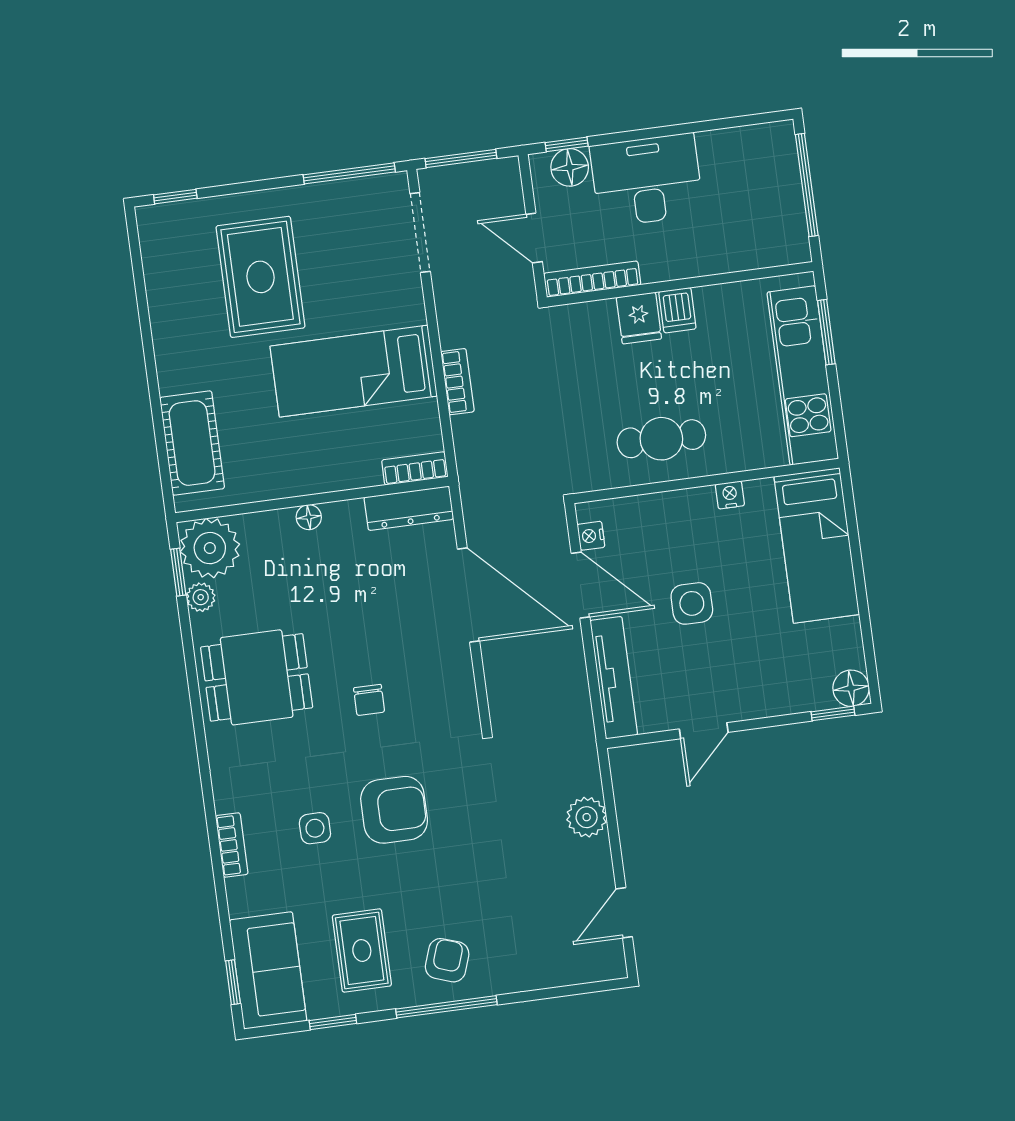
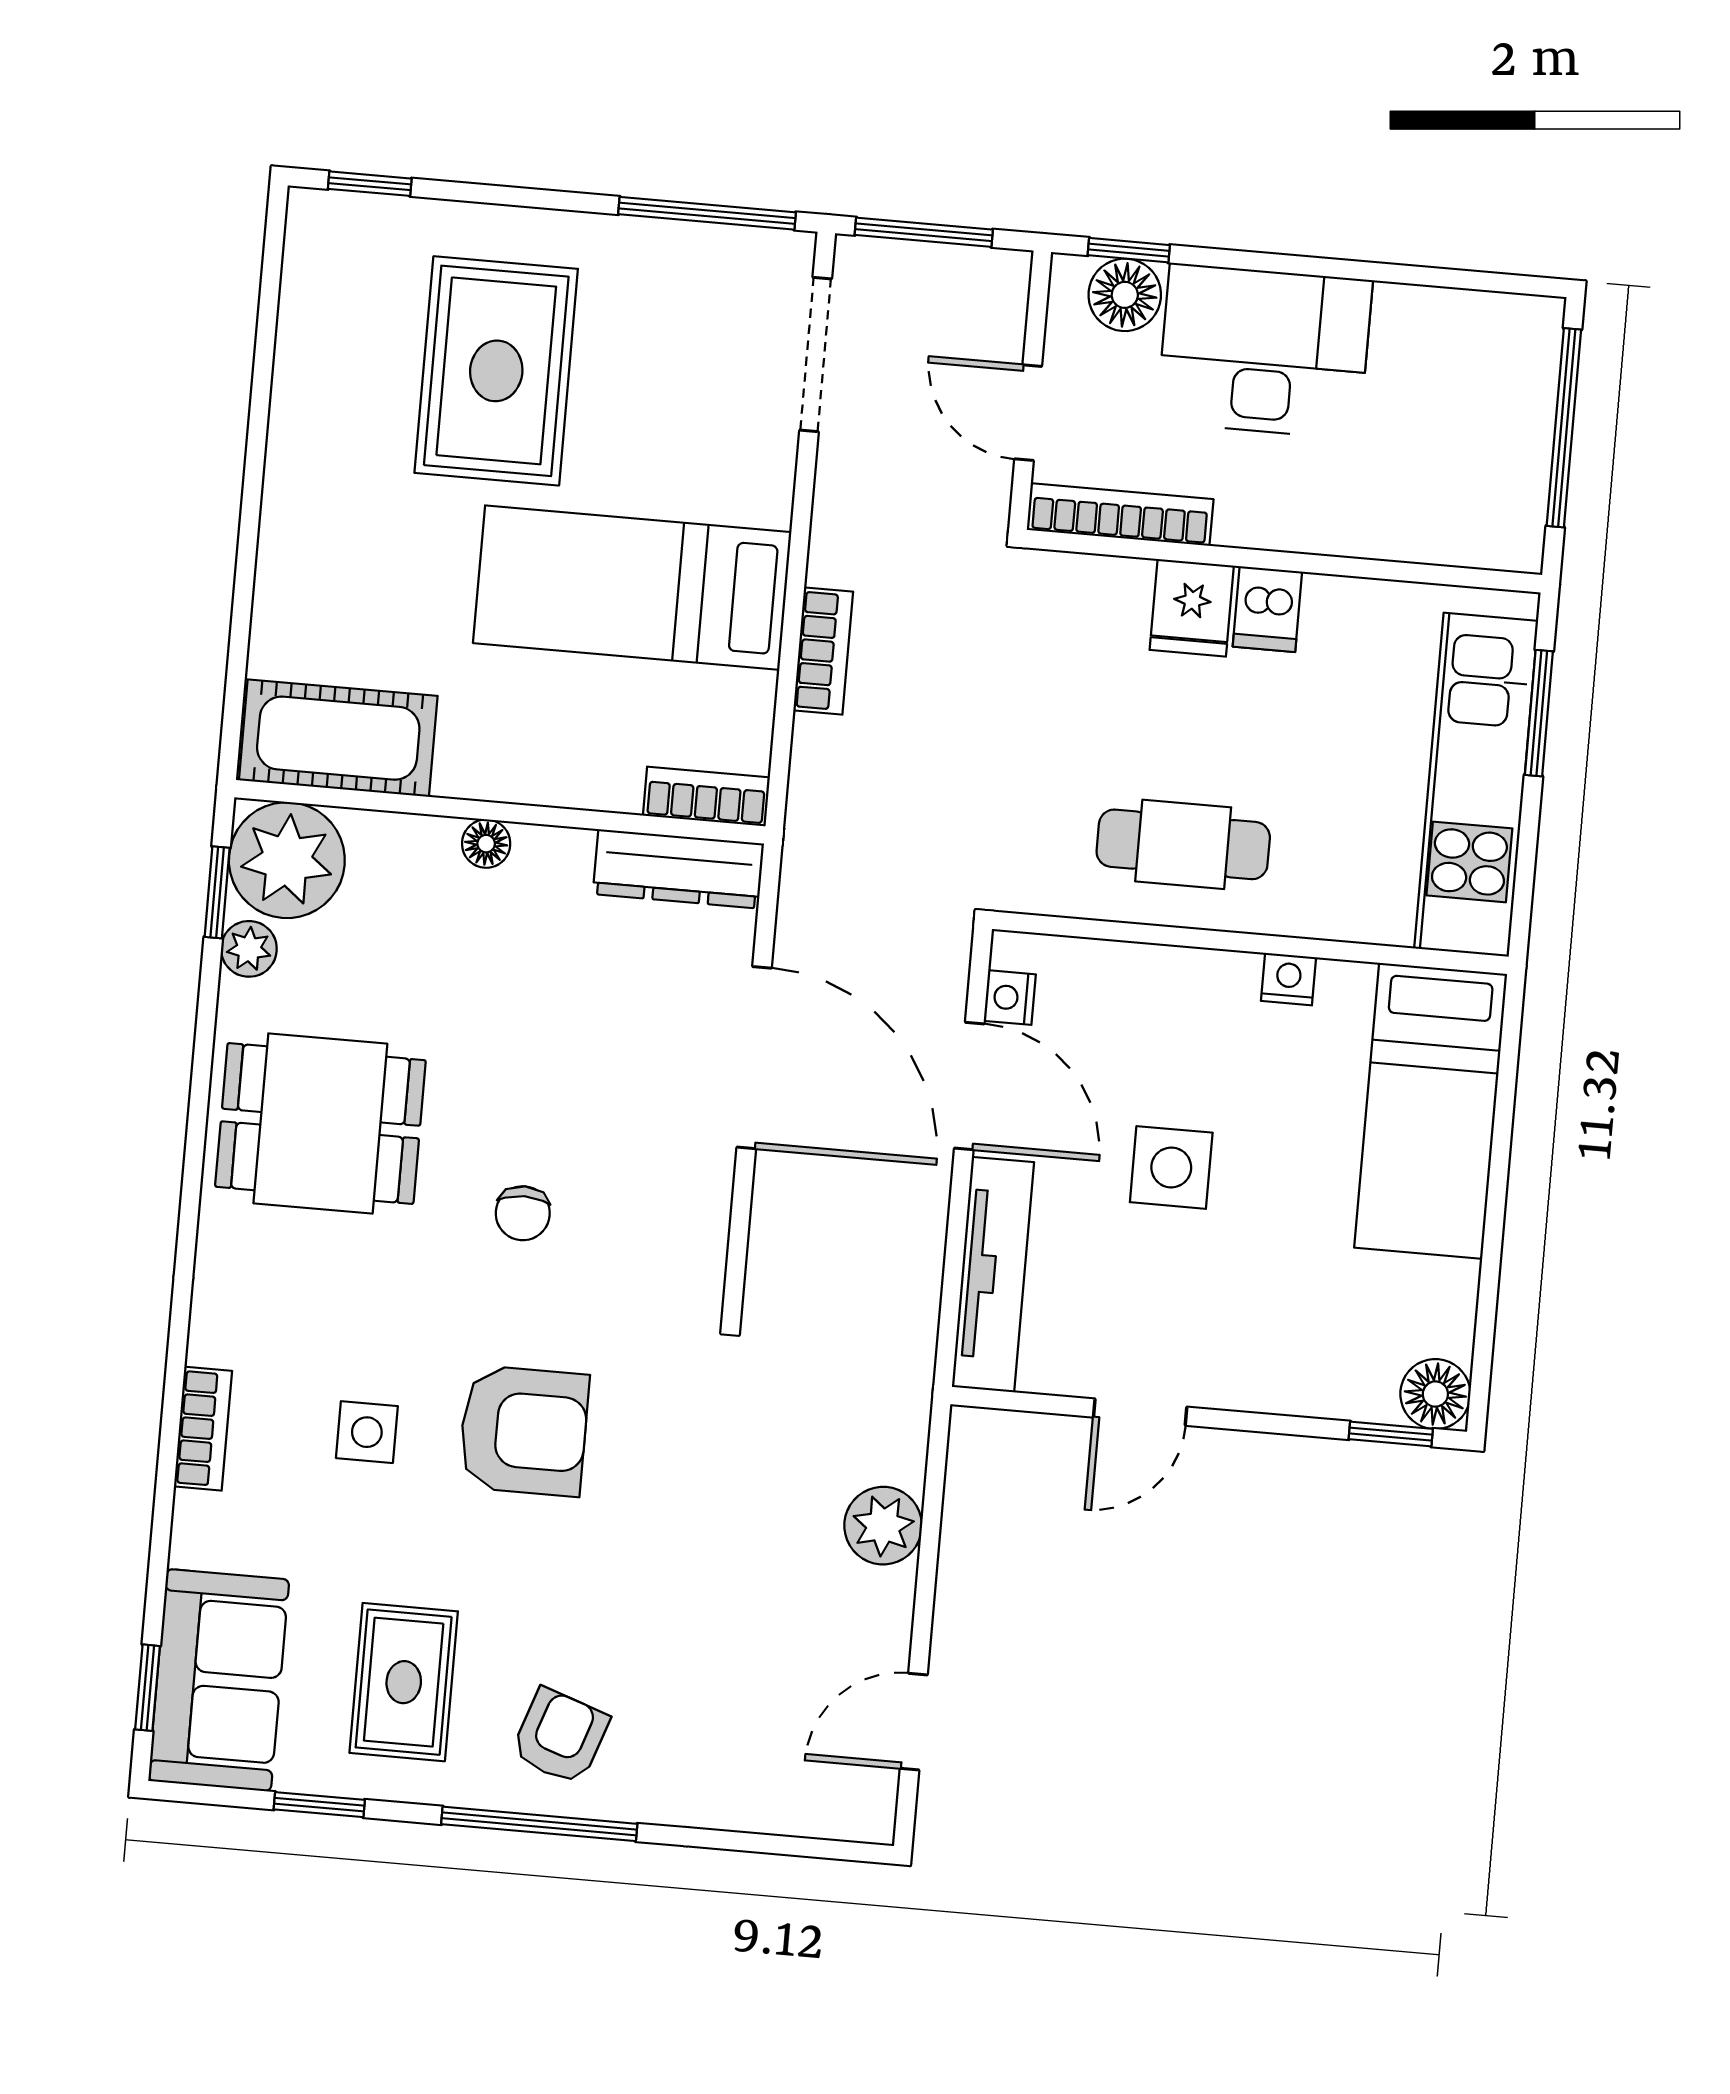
cot: (192, 443) -> (338, 738), moved, turned 90

